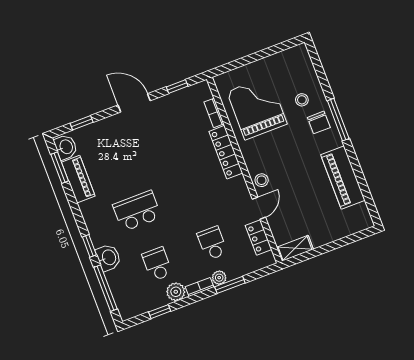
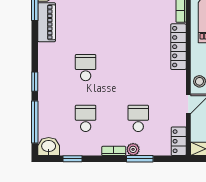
school desk: (137, 211) -> (86, 68), width x0.54
locker: (259, 238) -> (179, 141), moved
washbasin: (108, 258) -> (49, 147), moved, turned -90
plant: (176, 292) -> (92, 147), removed

